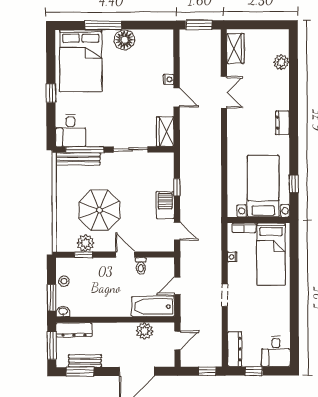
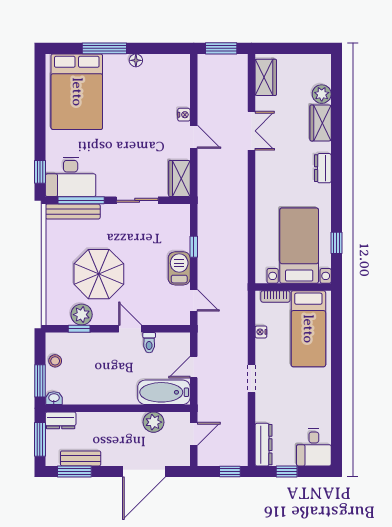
floor lamp: (124, 40) -> (136, 60), width x0.53, depth x0.53
wardrobe: (280, 86) -> (321, 123), added
window: (51, 93) -> (40, 172), moved
desk: (70, 131) -> (71, 177), width x1.37
dresser: (74, 330) -> (61, 420), width x0.70

